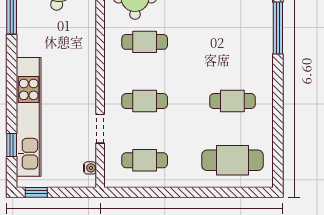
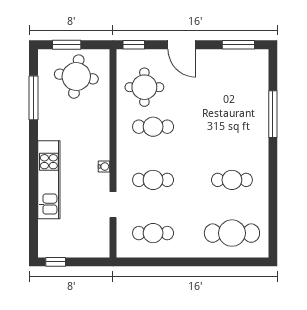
kitchen unit: (29, 117) -> (49, 180), width x0.73
window: (12, 145) -> (33, 219), removed
water cooler: (90, 168) -> (104, 166), moved

